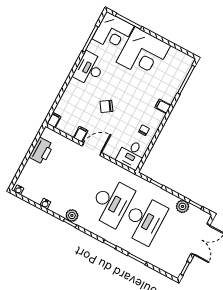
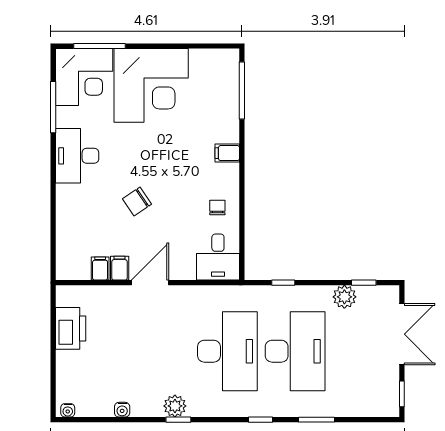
filing cabinet: (54, 120) -> (100, 268), moved

